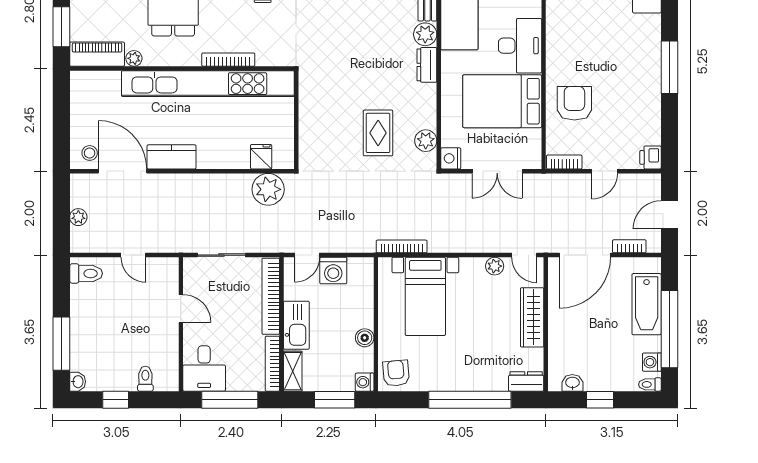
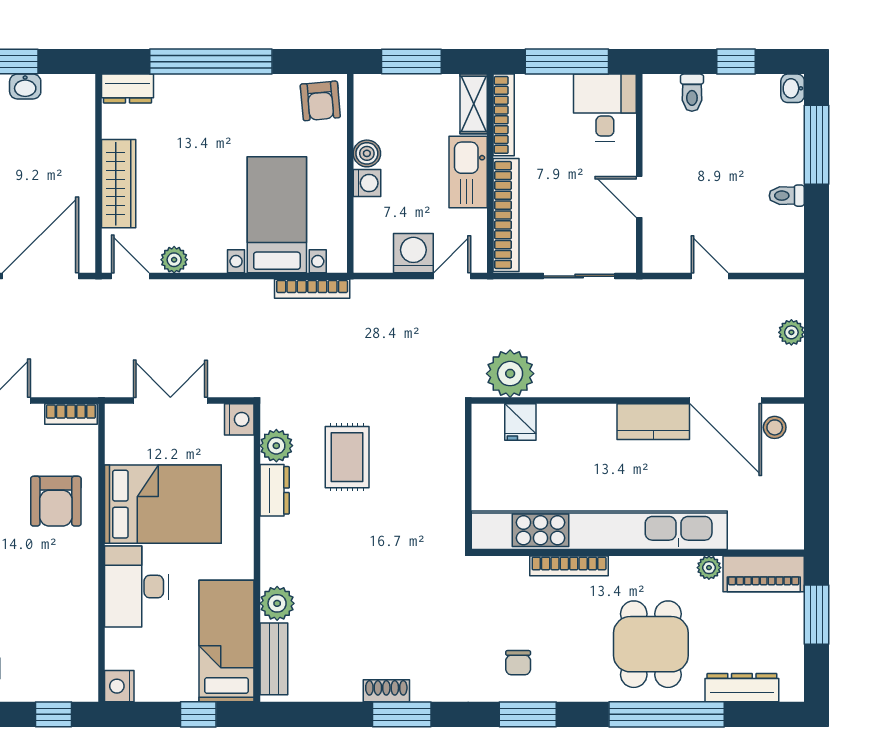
dresser: (427, 65) -> (275, 490), moved
toilet: (86, 273) -> (787, 196), moved, width x0.73, depth x0.72
washing machine: (365, 382) -> (367, 183), moved
washbasin: (572, 383) -> (25, 87), moved

